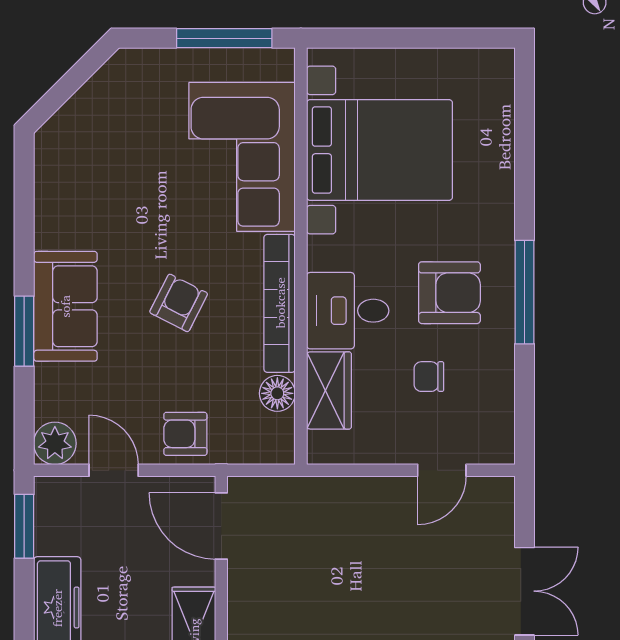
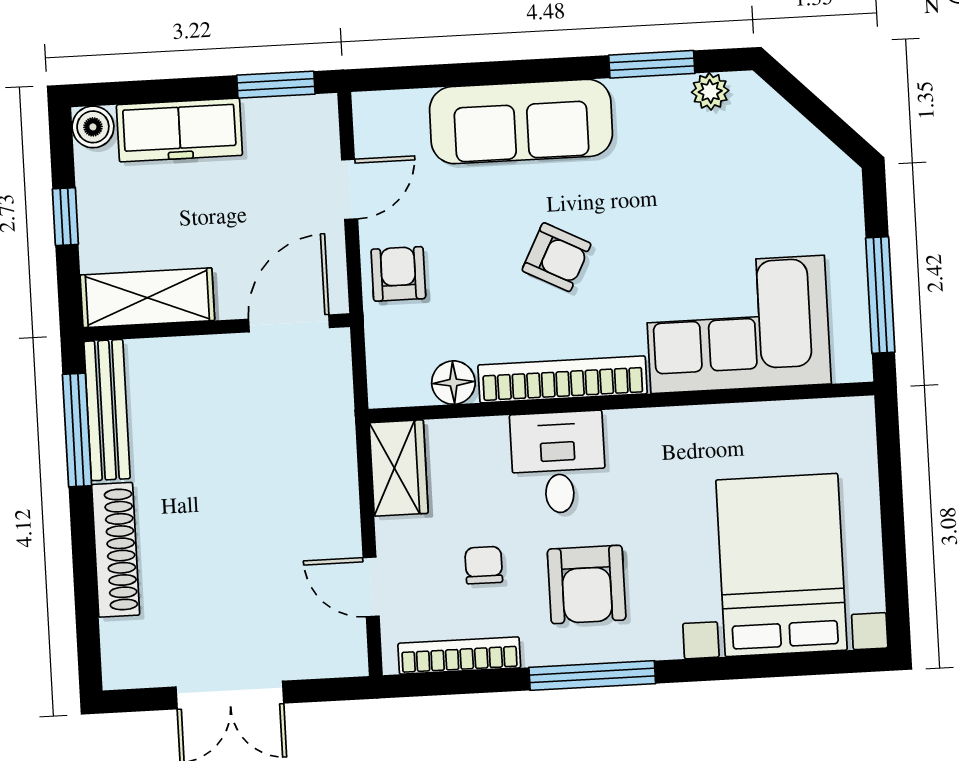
bed with nightstands: (380, 150) -> (781, 565), moved, turned 180
sofa: (65, 306) -> (521, 121), width x1.36
window: (24, 331) -> (652, 64), moved
wardrobe: (329, 390) -> (399, 468), moved, turned -90
bookcase: (502, 401) -> (459, 656), added
plant: (55, 443) -> (710, 91), moved, width x0.73, depth x0.73

